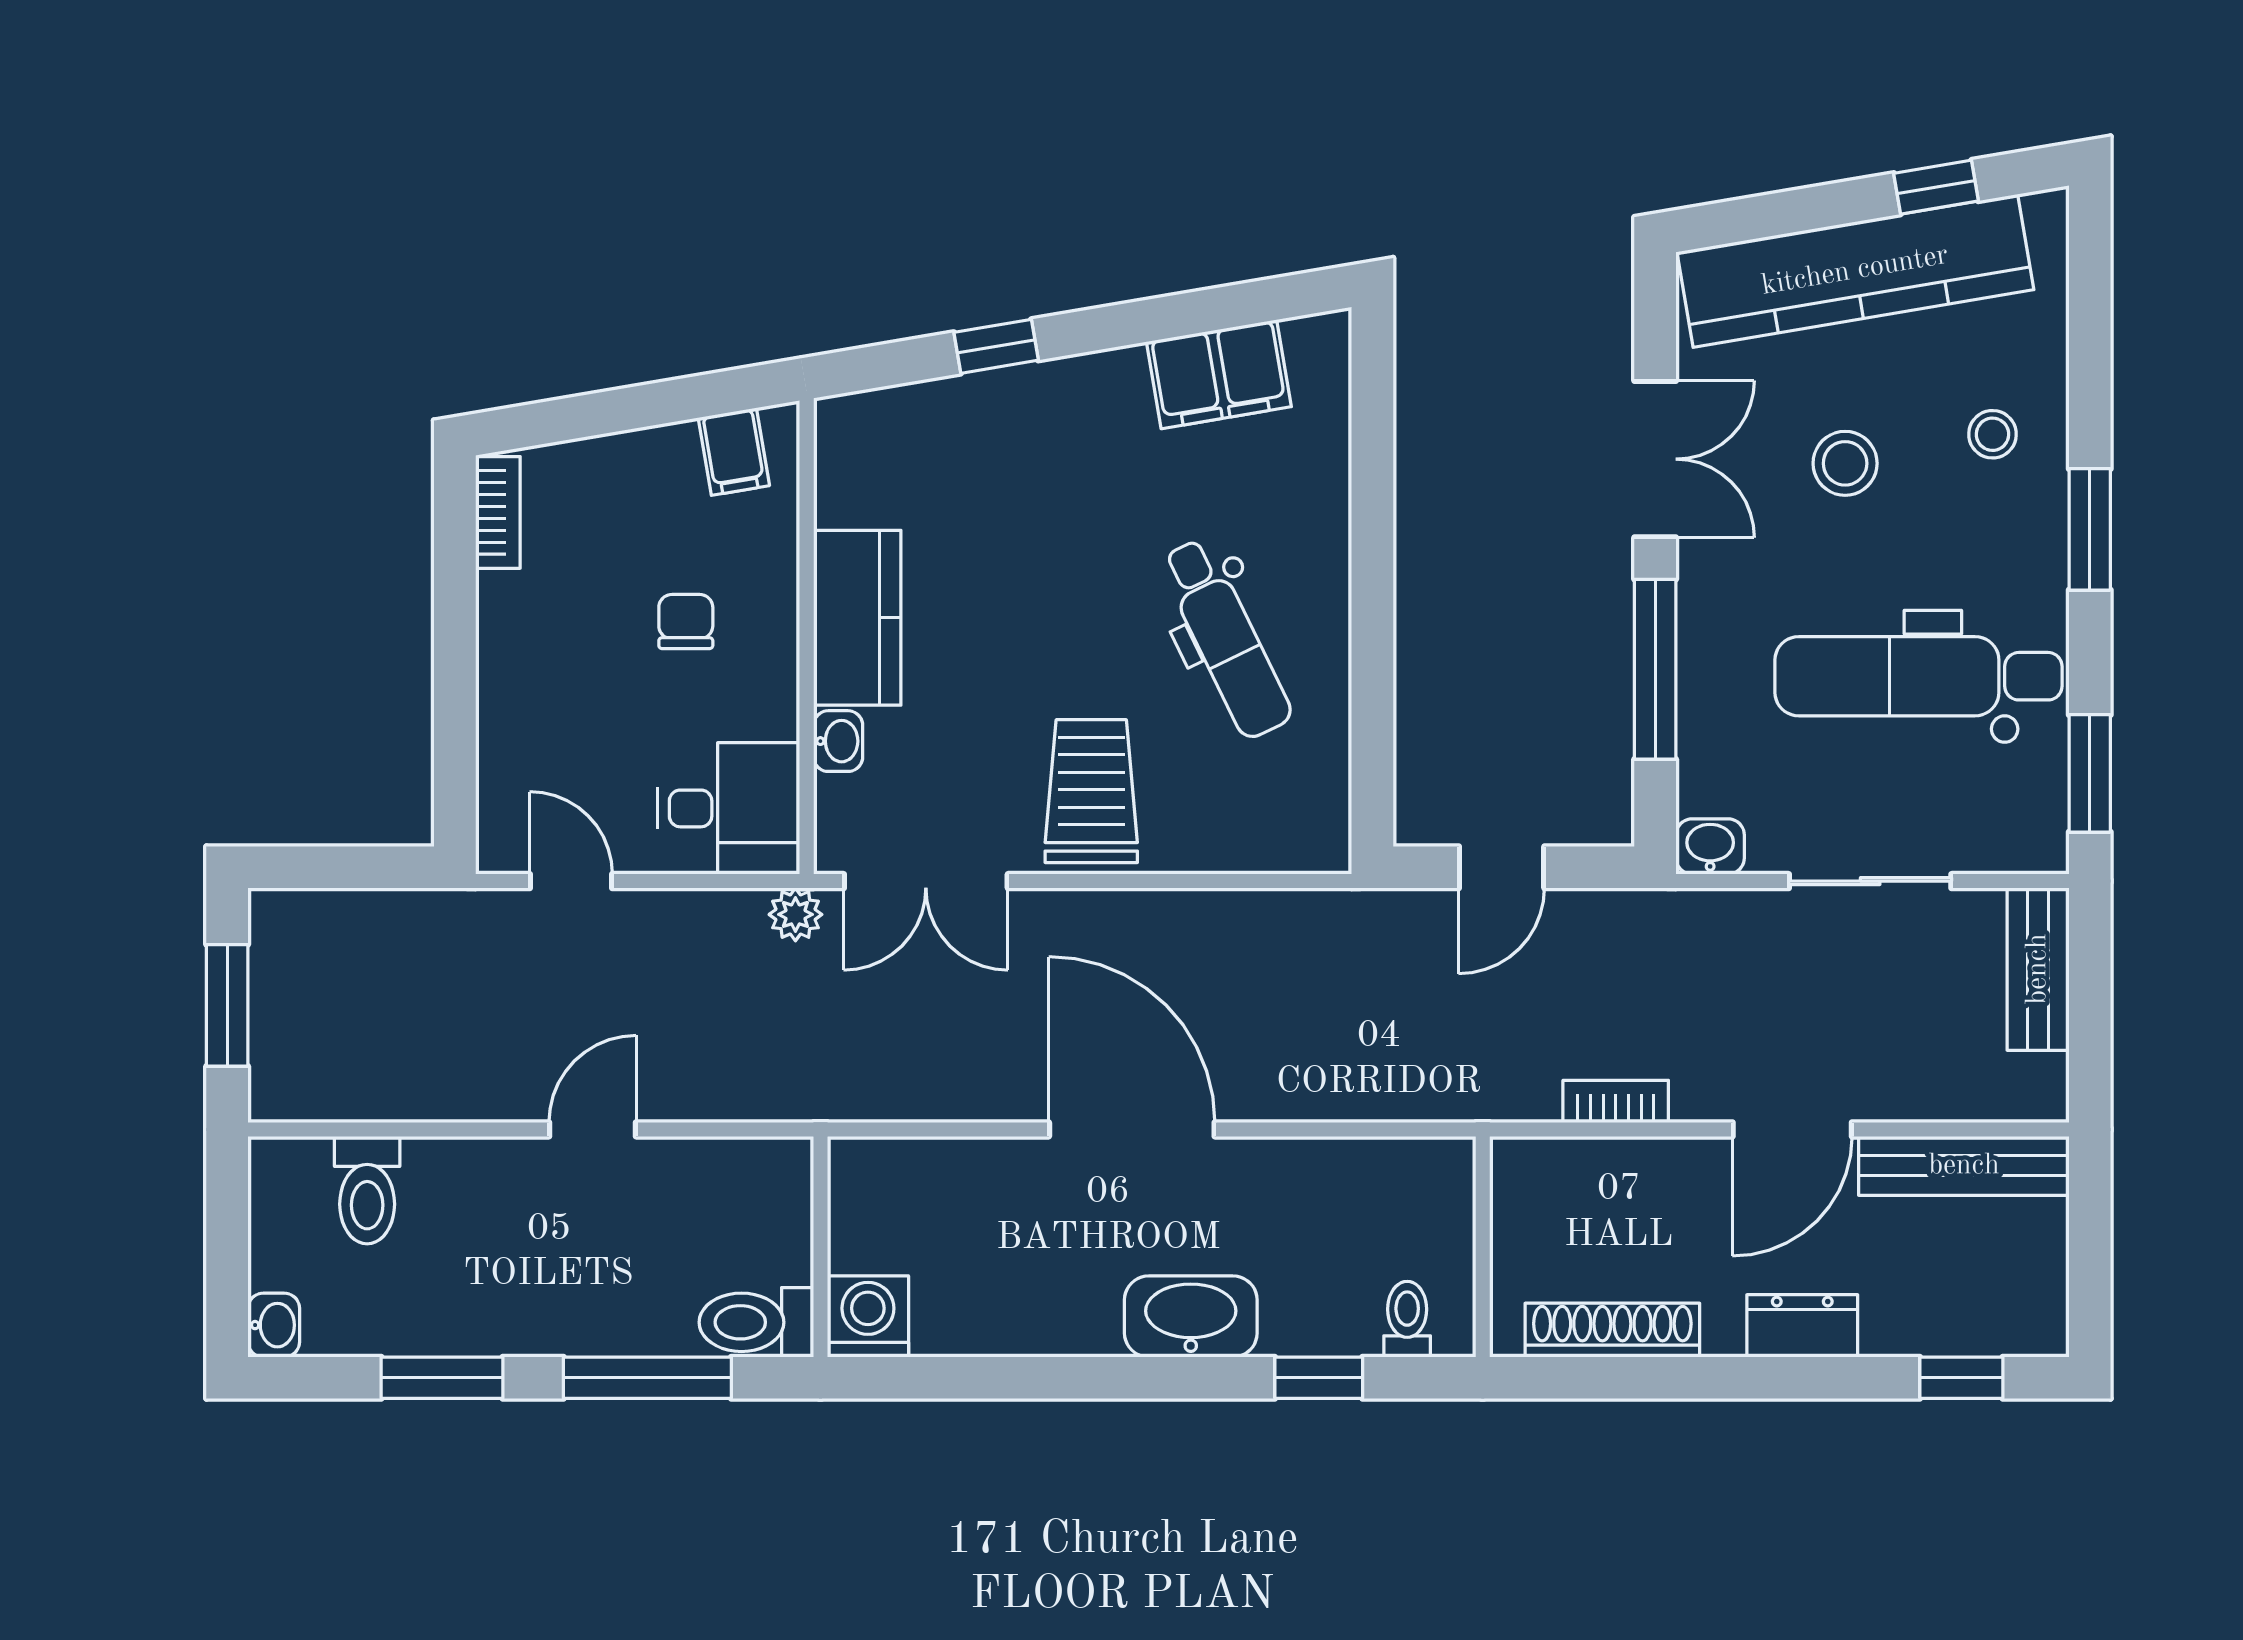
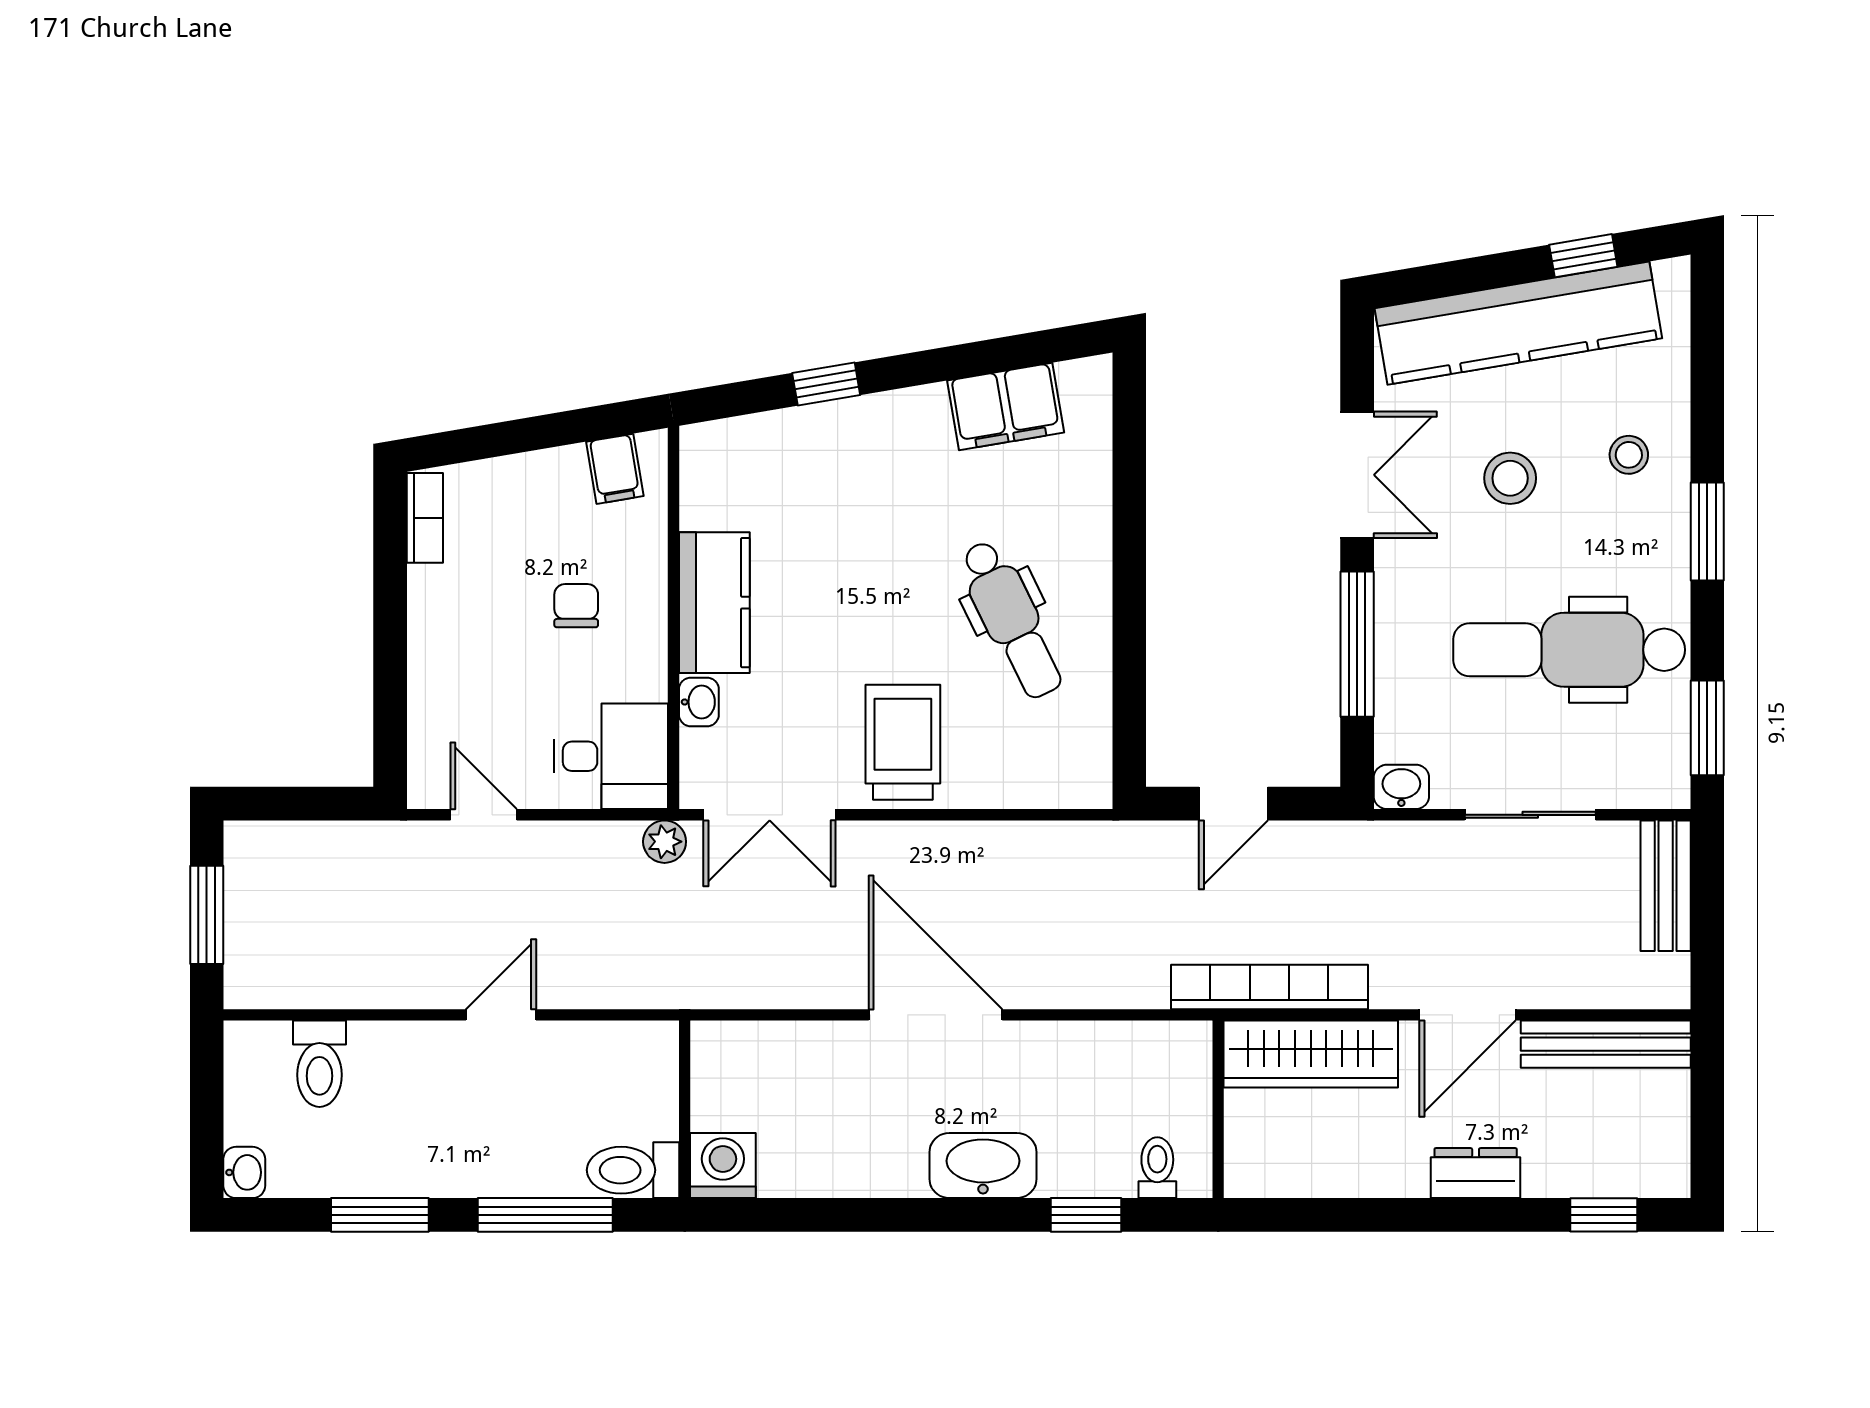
bookcase: (1616, 1101) -> (1269, 987), width x2.31, depth x1.31
wardrobe: (1598, 1178) -> (1311, 1054), added
shoe rack: (1612, 1330) -> (1323, 1176), removed

